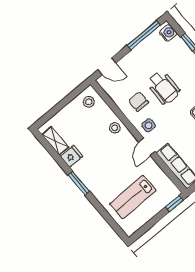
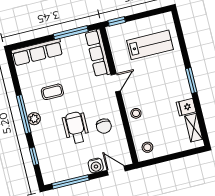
water cooler: (168, 33) -> (96, 166), moved, turned -90
side table: (149, 125) -> (105, 101), removed

